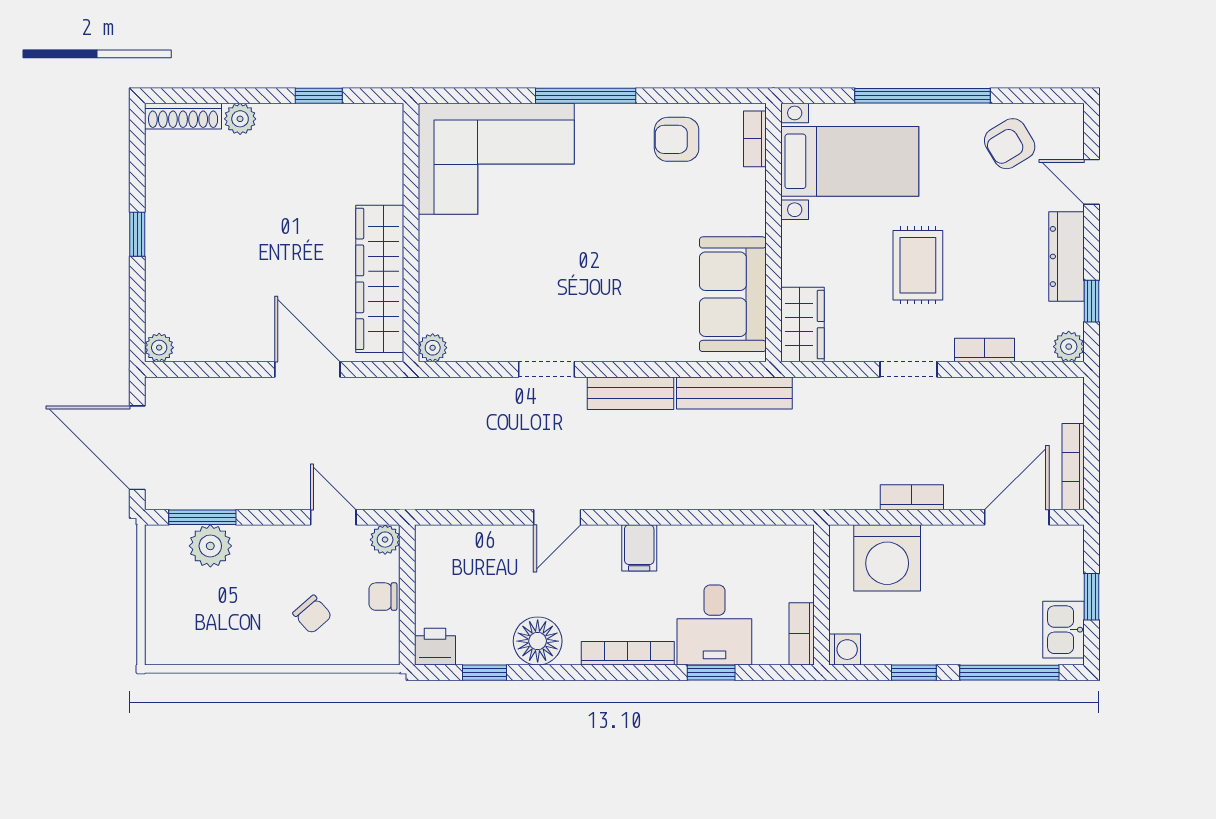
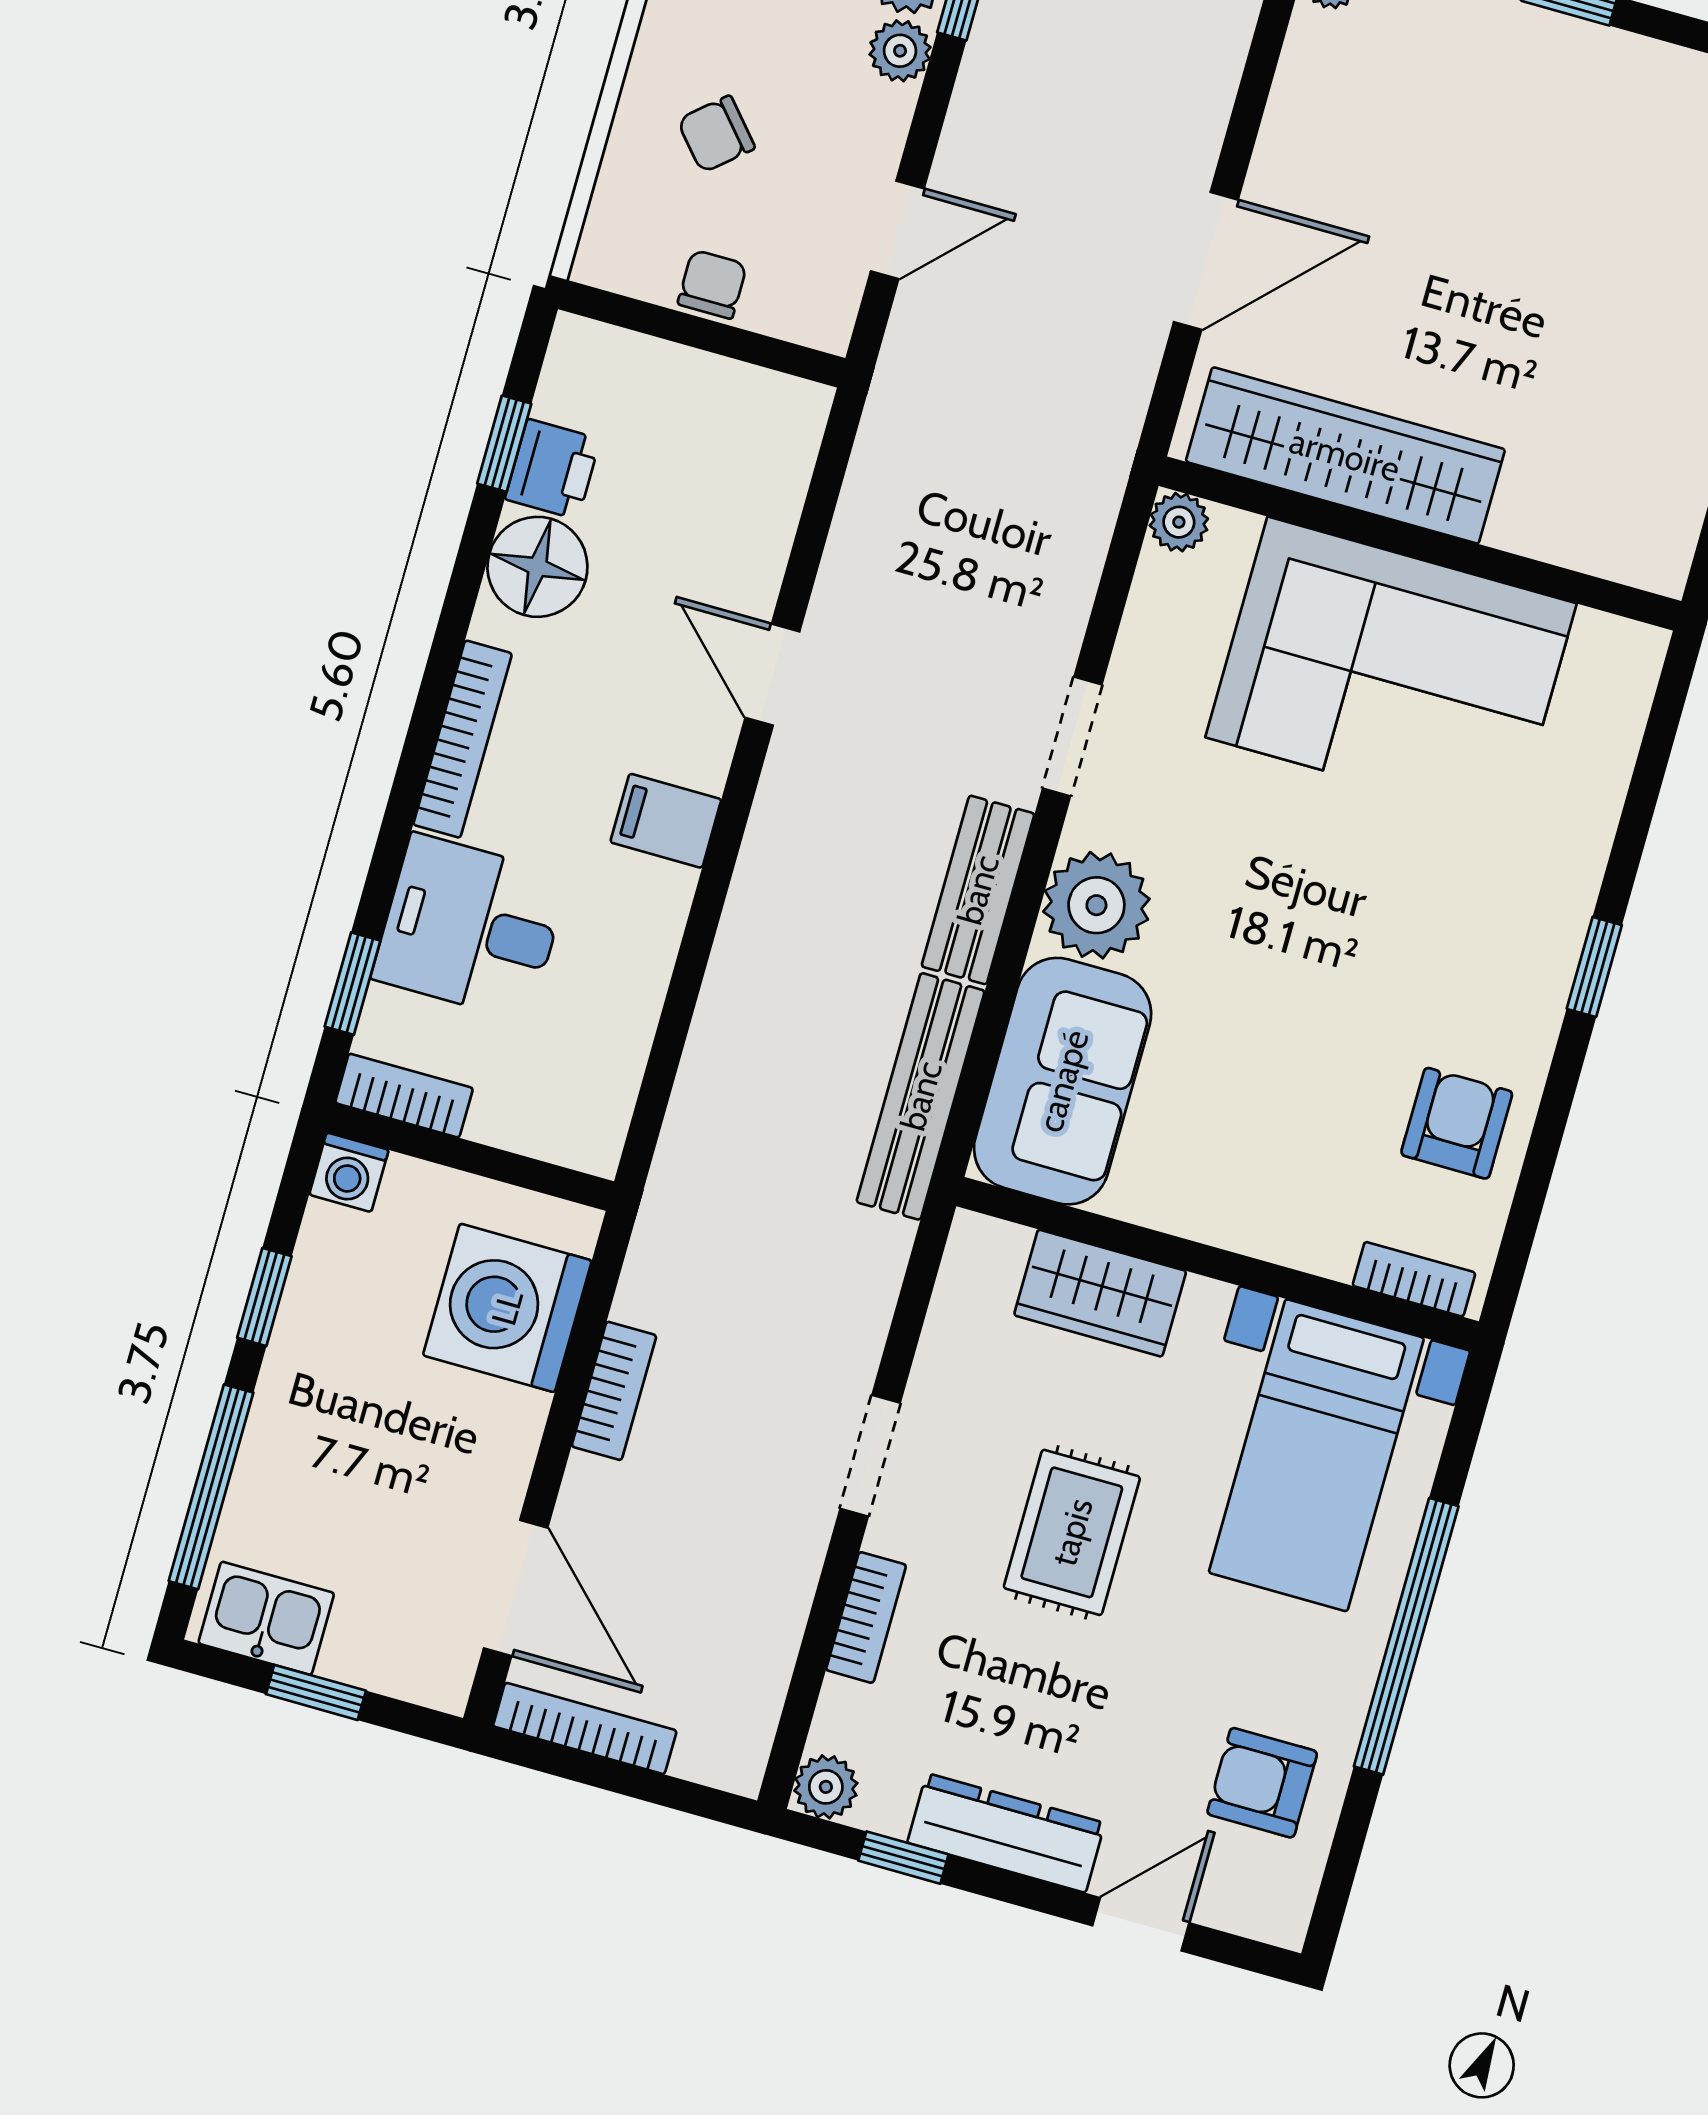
window: (586, 96) -> (1594, 967), width x0.46
armchair: (1010, 144) -> (1262, 1783), turned -59
corner sofa: (496, 159) -> (1391, 670), moved, turned -90
rug: (918, 265) -> (1072, 1532), turned 90
sofa: (733, 294) -> (1063, 1081), moved, turned 90
wardrobe: (803, 325) -> (1100, 1293), moved
plant: (622, 336) -> (1096, 905), added
plant: (385, 540) -> (900, 51), moved
printer: (435, 647) -> (553, 469), moved
window: (711, 673) -> (352, 984), moved

